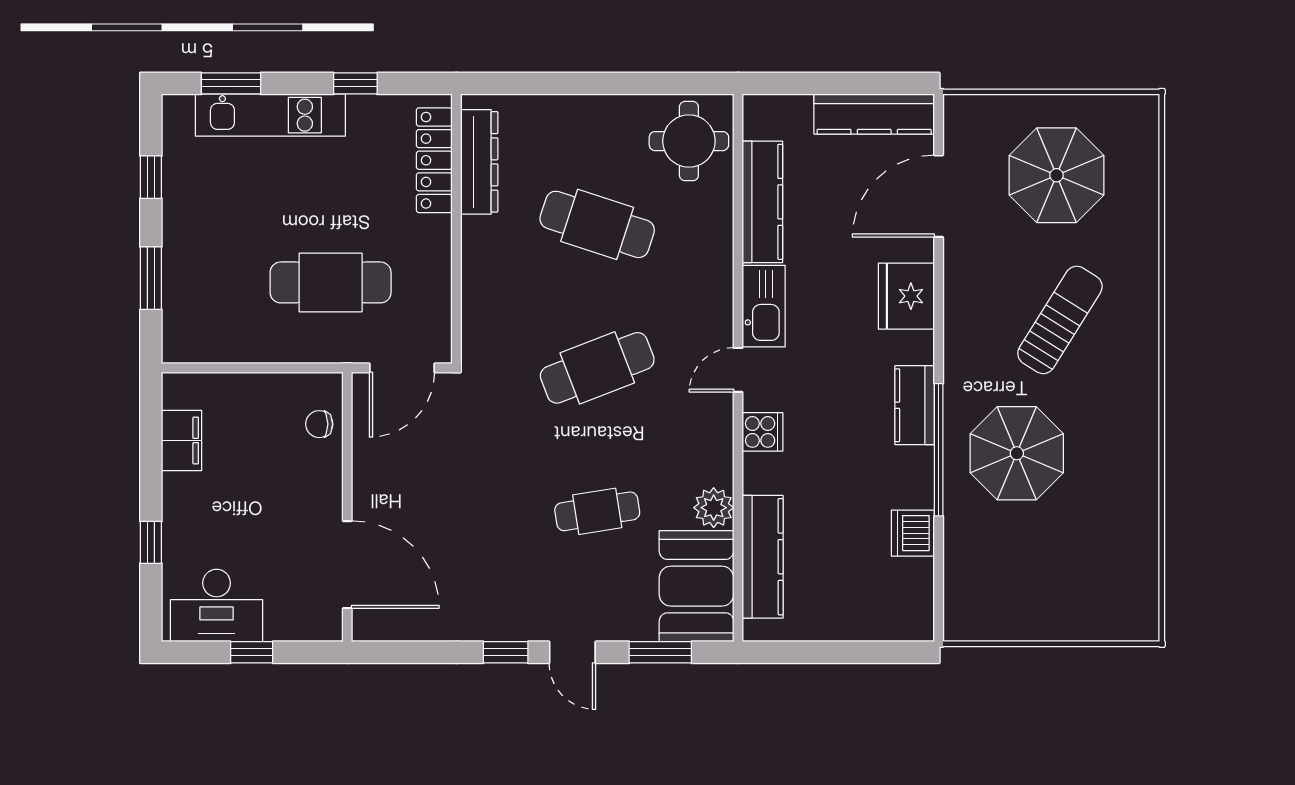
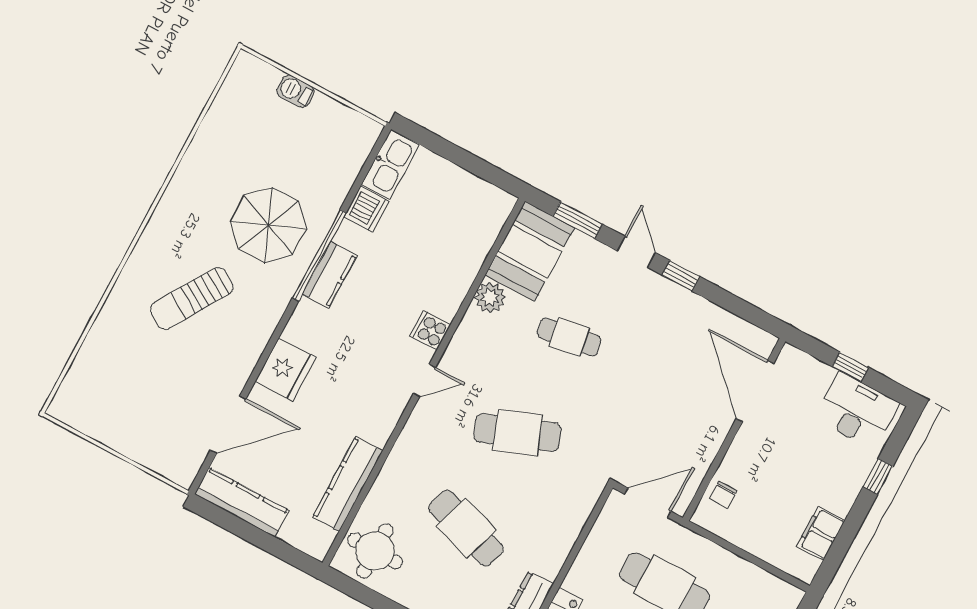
parasol: (1056, 175) -> (142, 396), removed
kitchen sink: (764, 306) -> (390, 165), moved, turned 180
kitchen counter: (915, 405) -> (329, 275), moved
chair: (319, 424) -> (723, 495), turned 90
kitchen counter: (763, 557) -> (475, 247), removed
barbecue: (1069, 626) -> (295, 91), added

